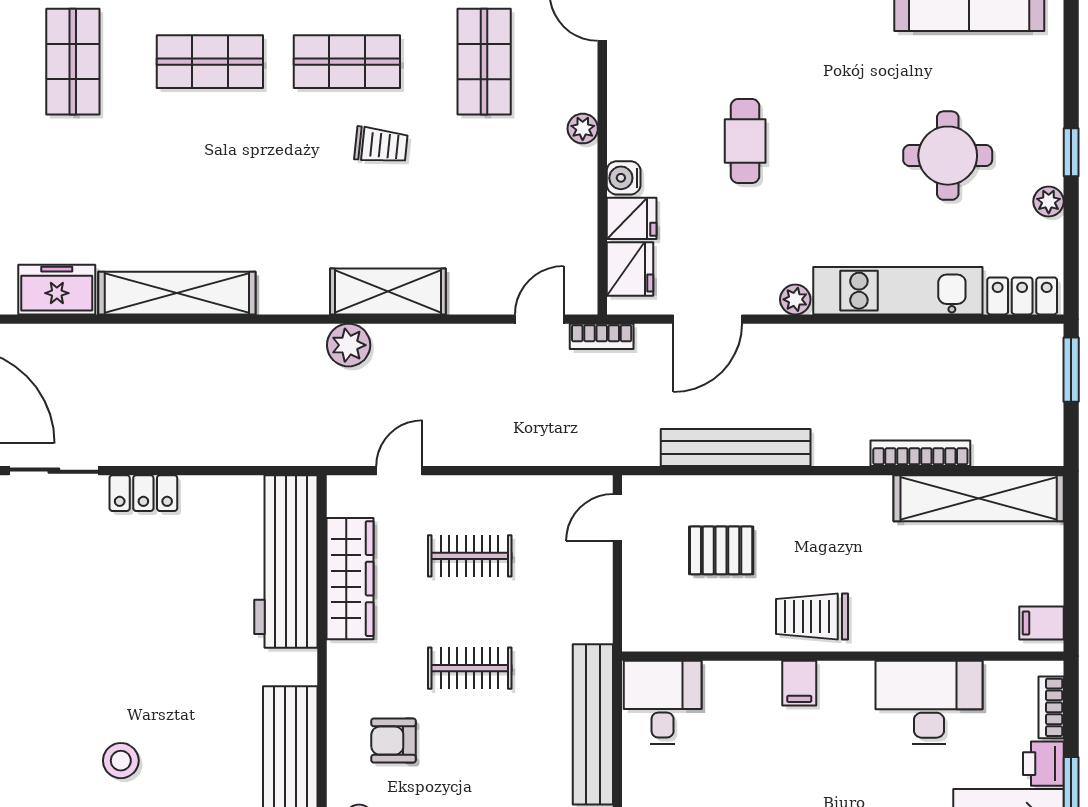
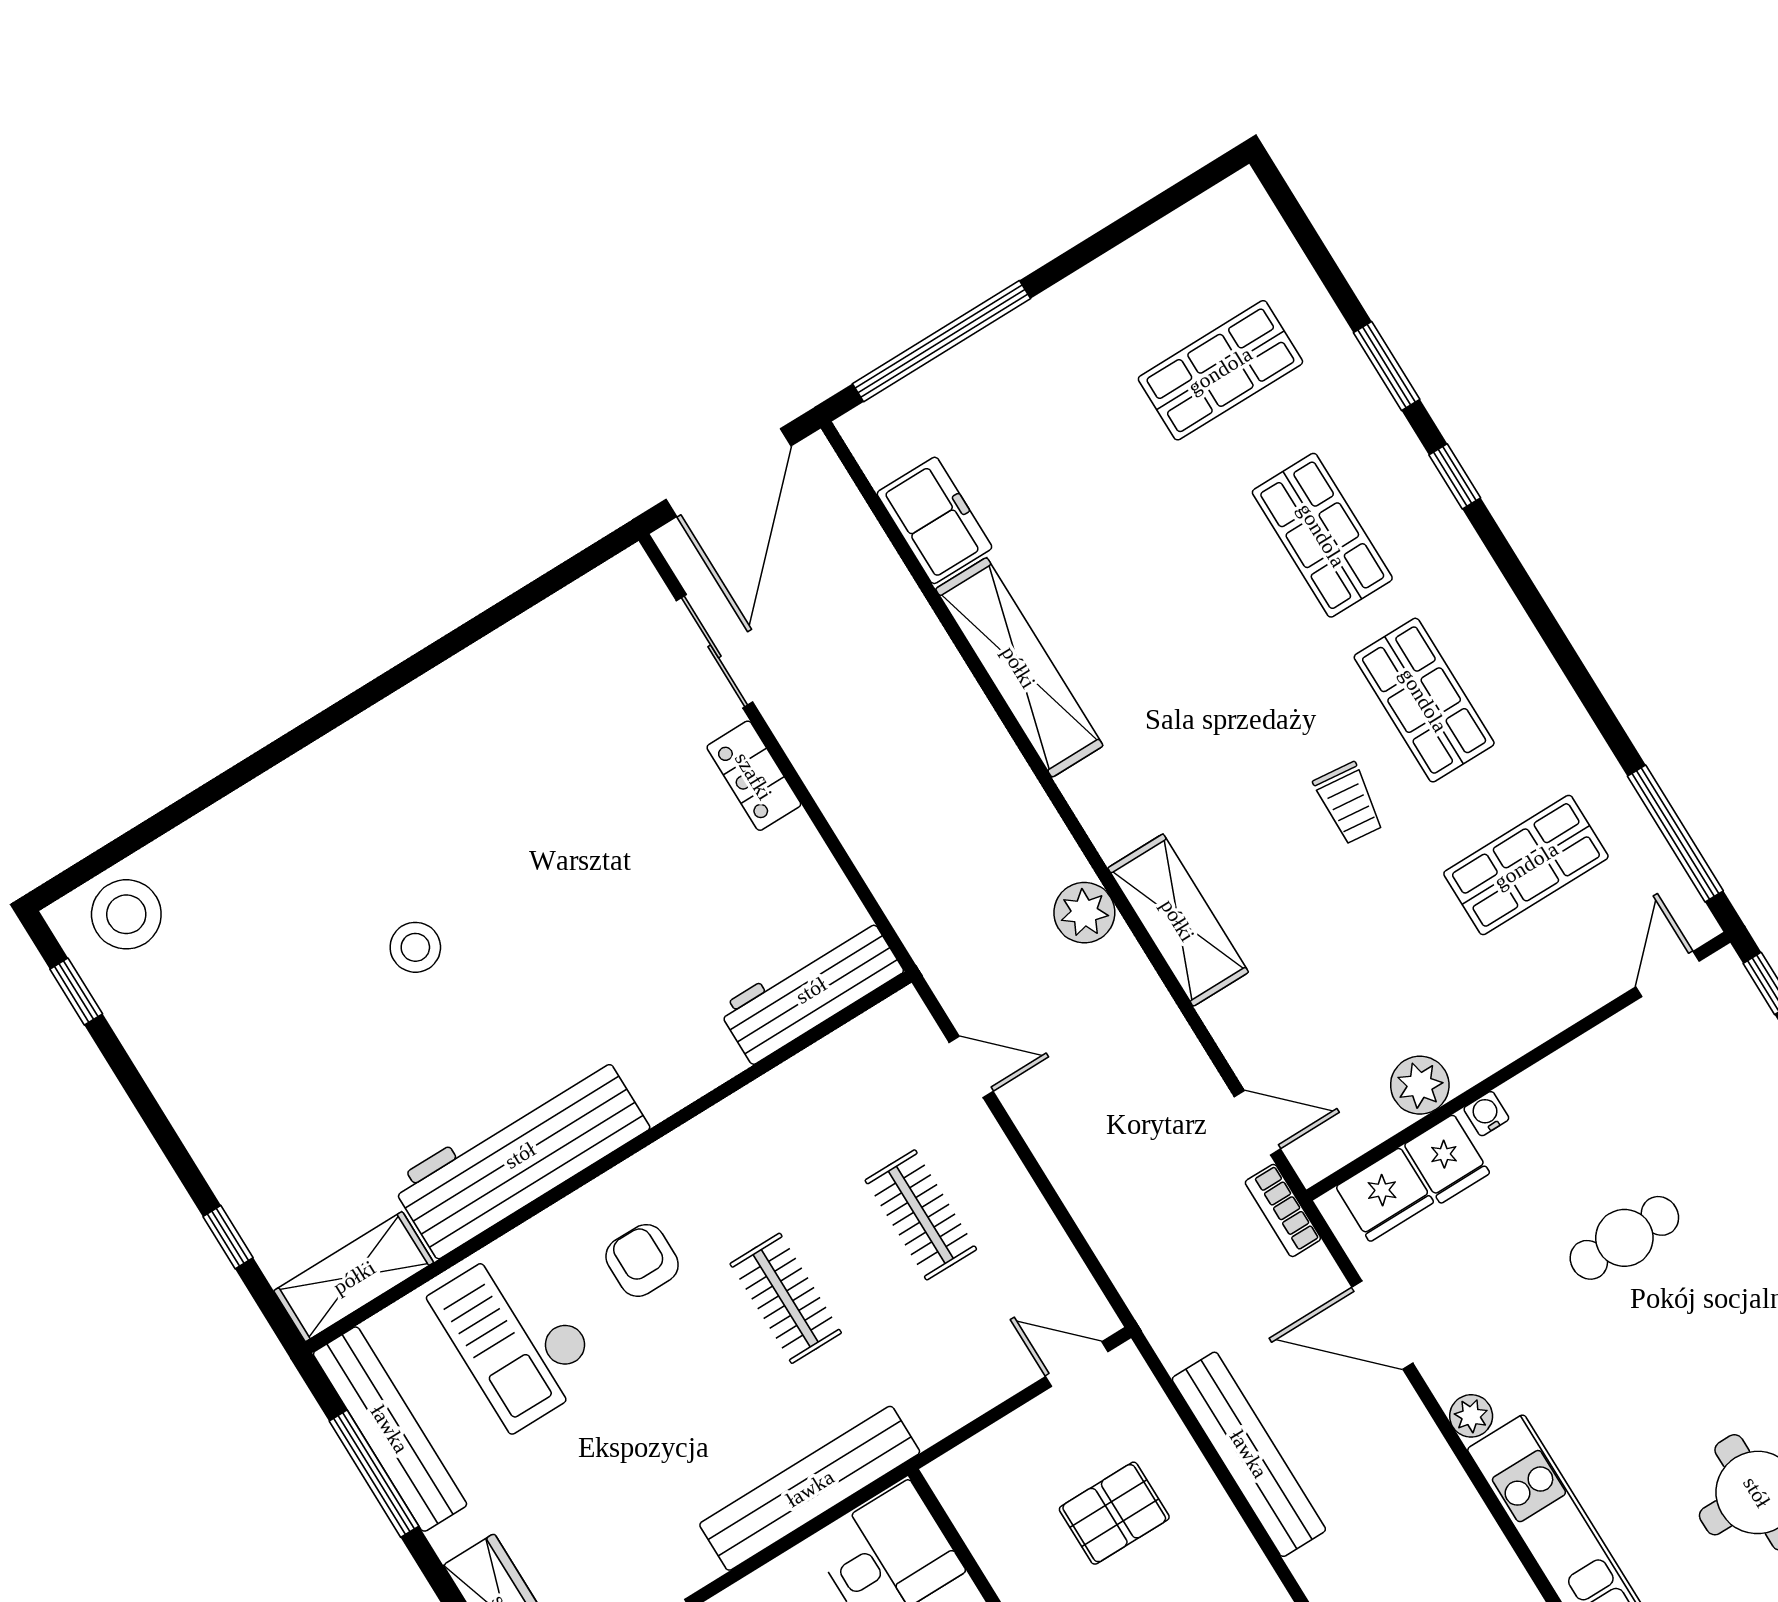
plant: (583, 129) -> (1420, 1085), moved, width x1.38, depth x1.38
water cooler: (624, 178) -> (1486, 1114), width x0.72, depth x0.72
pallet: (721, 550) -> (1114, 1513), turned 90
workbench: (286, 561) -> (811, 990), width x0.73, depth x0.76
wardrobe: (350, 579) -> (805, 1088), removed

